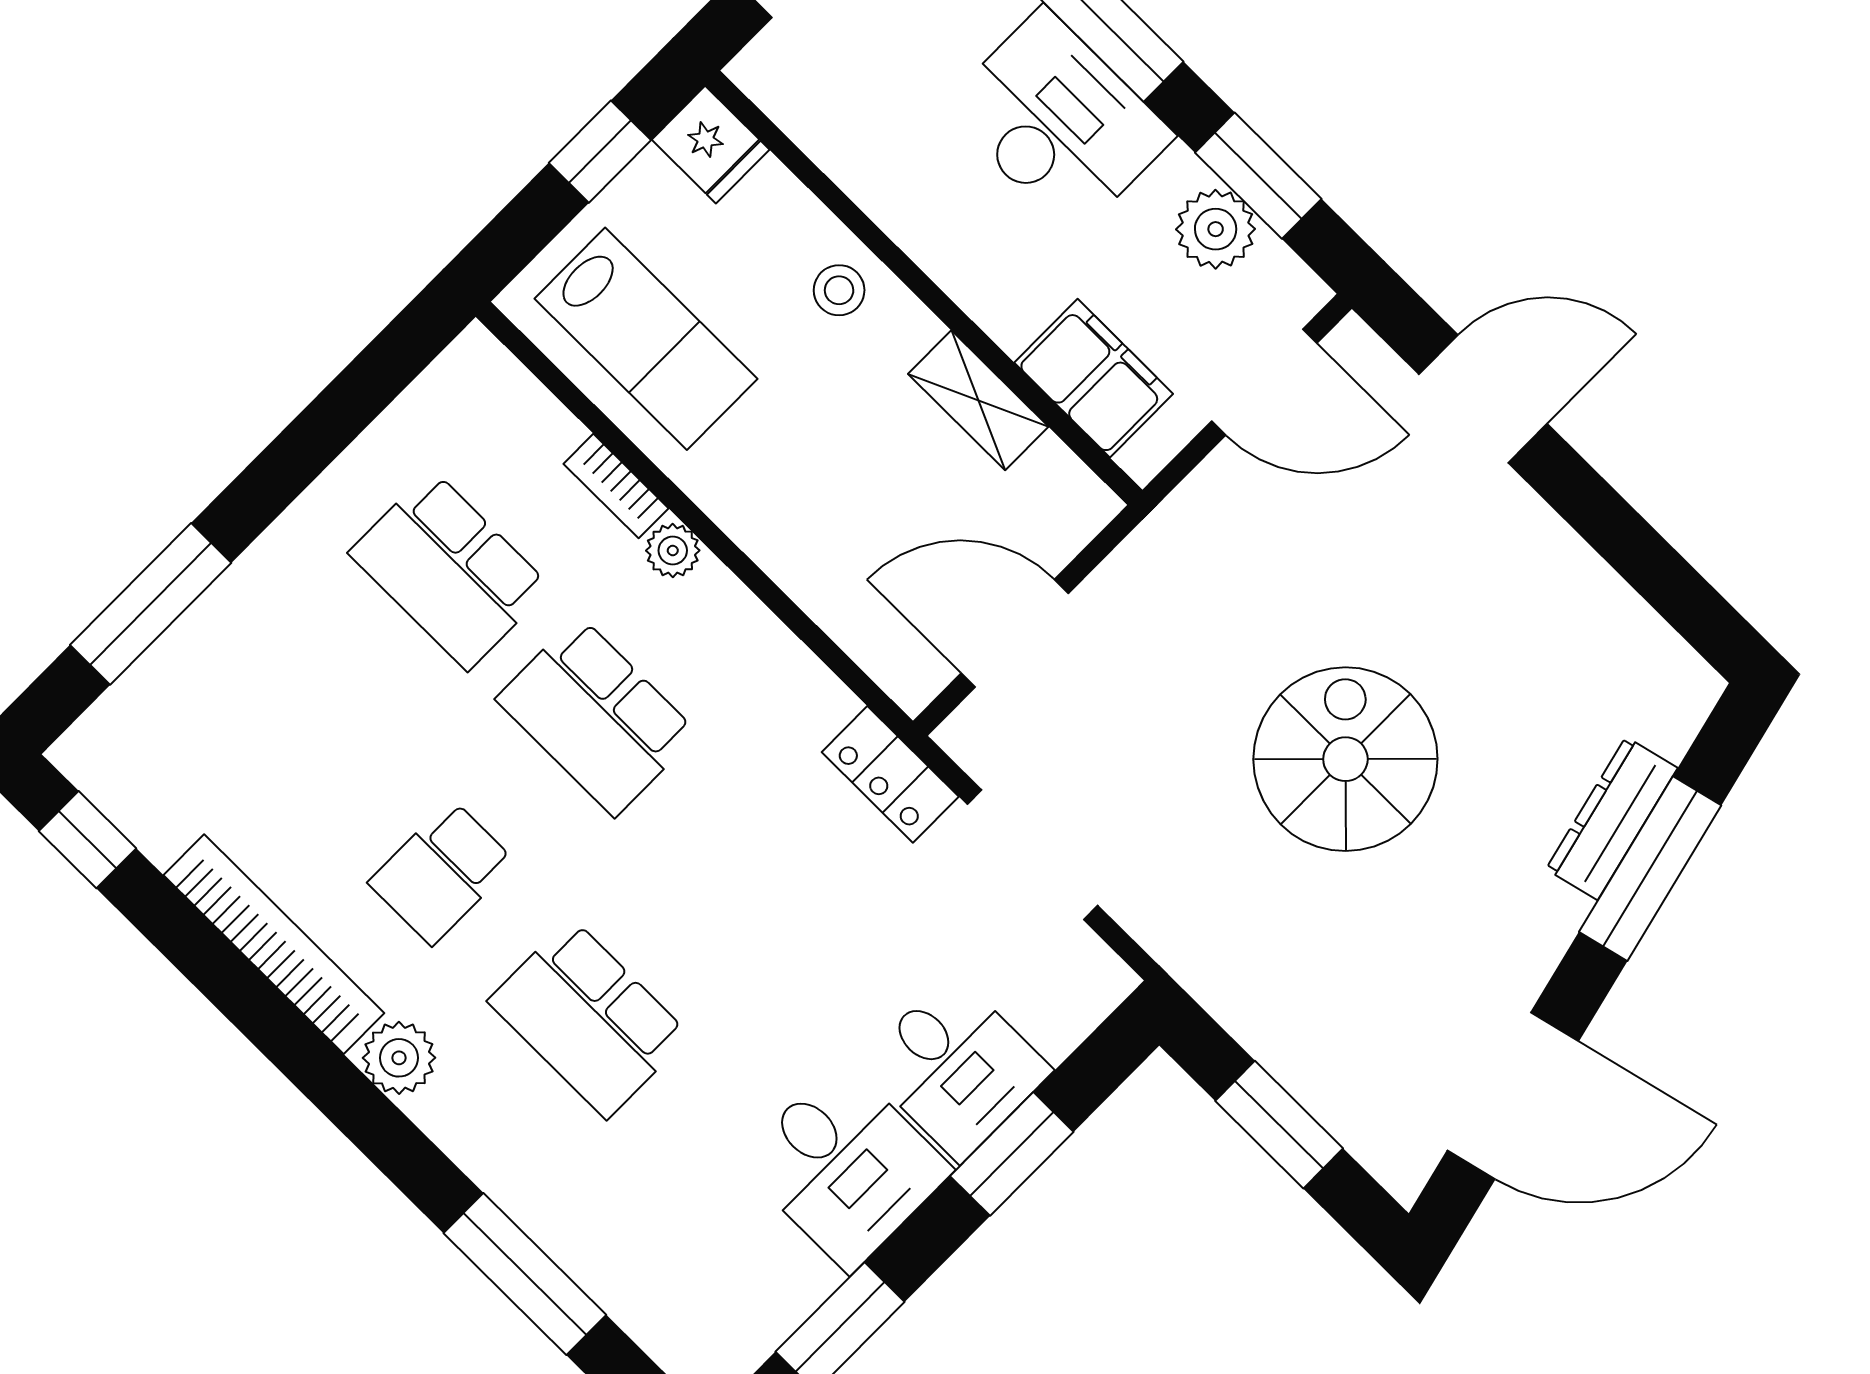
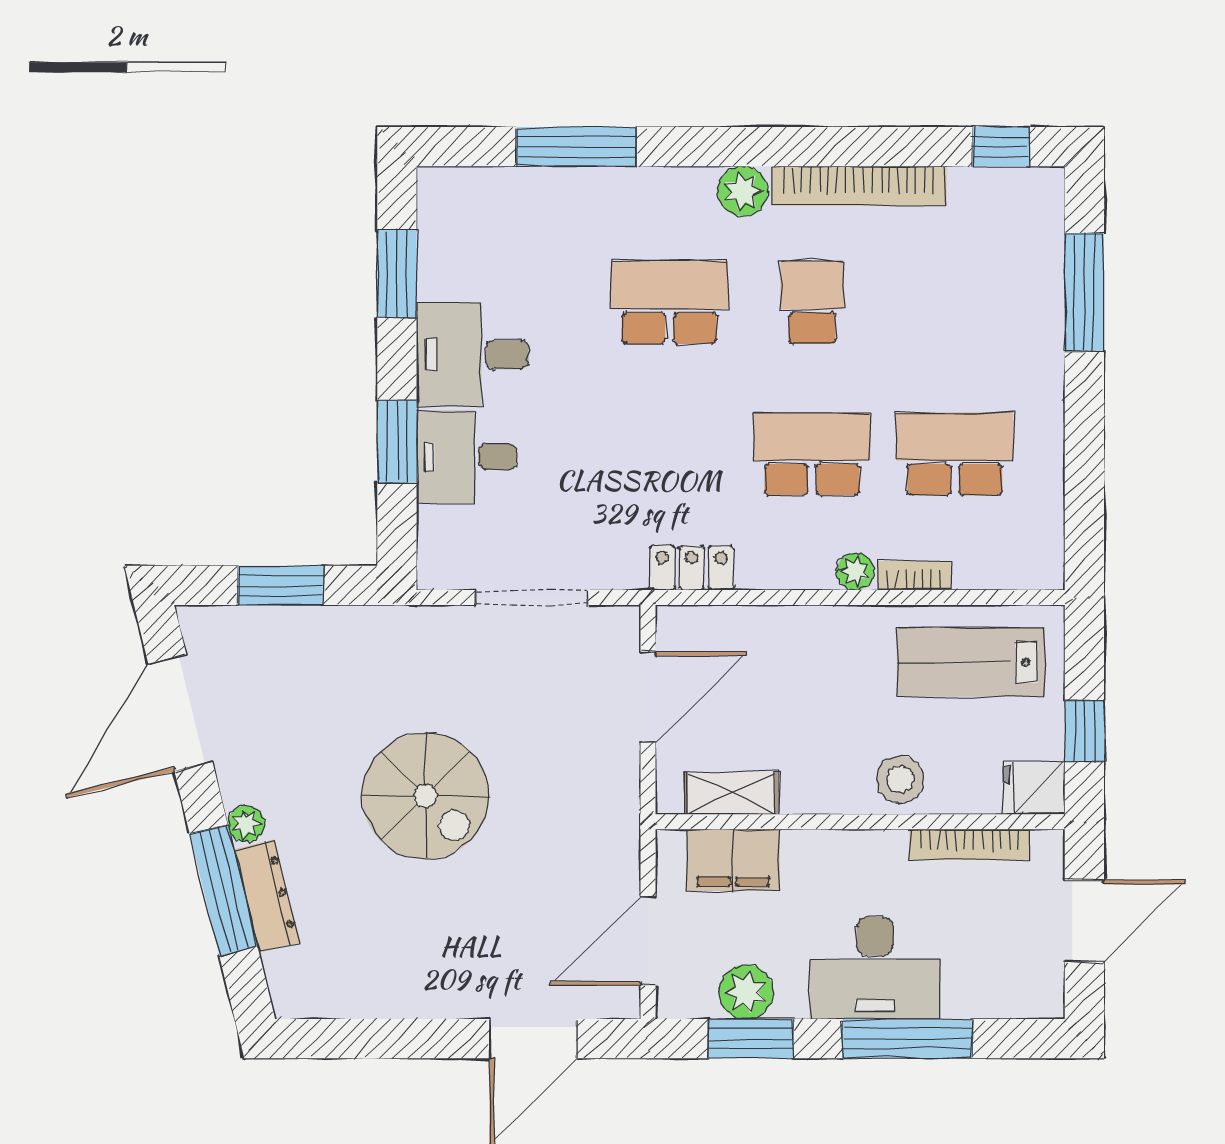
bookcase: (834, 152) -> (969, 844), added
stool: (839, 290) -> (900, 779), width x1.37, depth x1.37
shelving: (978, 400) -> (731, 793), moved
locker: (890, 774) -> (692, 568), moved
plant: (1558, 914) -> (246, 824), added

